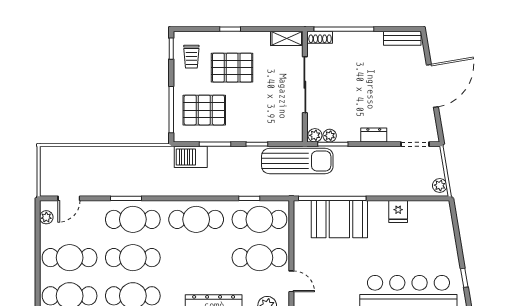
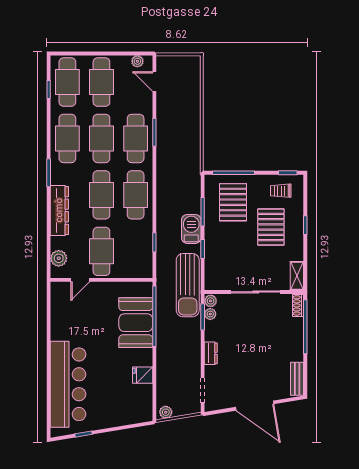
barbecue: (191, 157) -> (191, 229), moved
cafe table: (259, 219) -> (101, 195), moved

